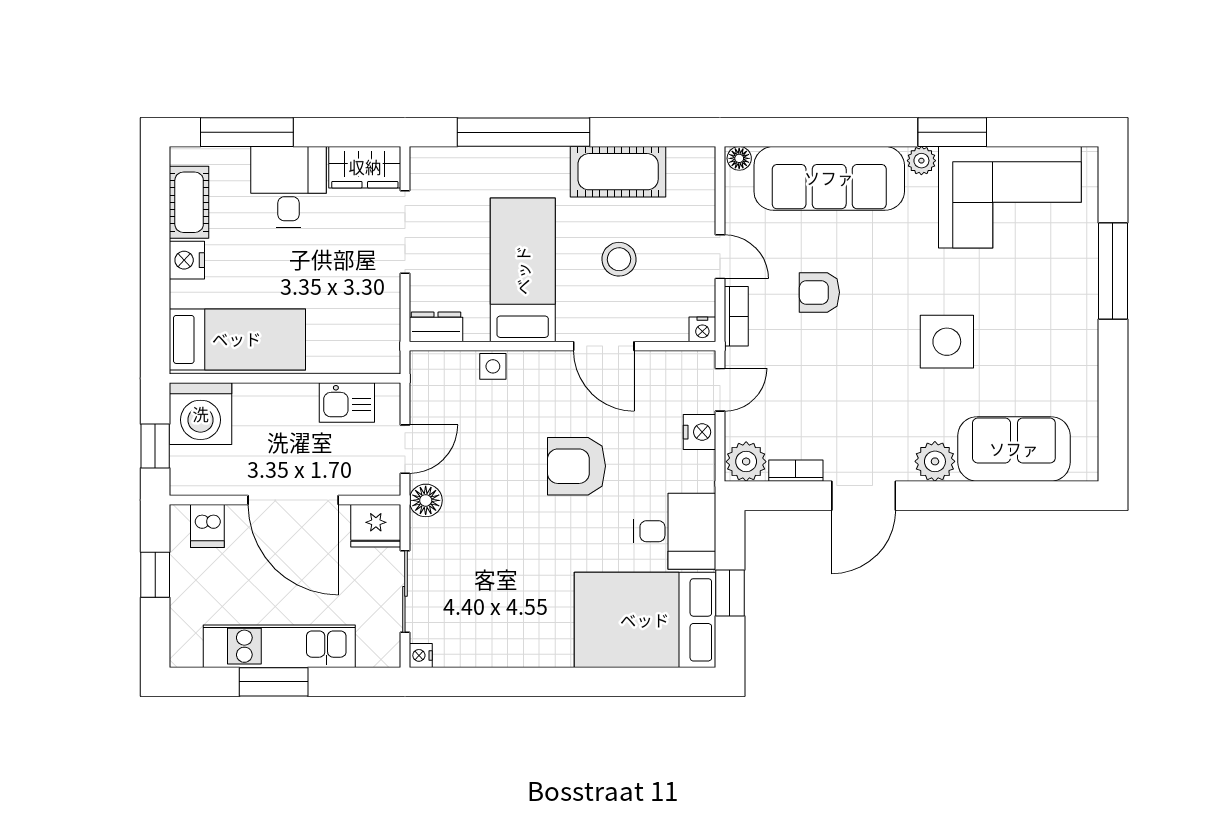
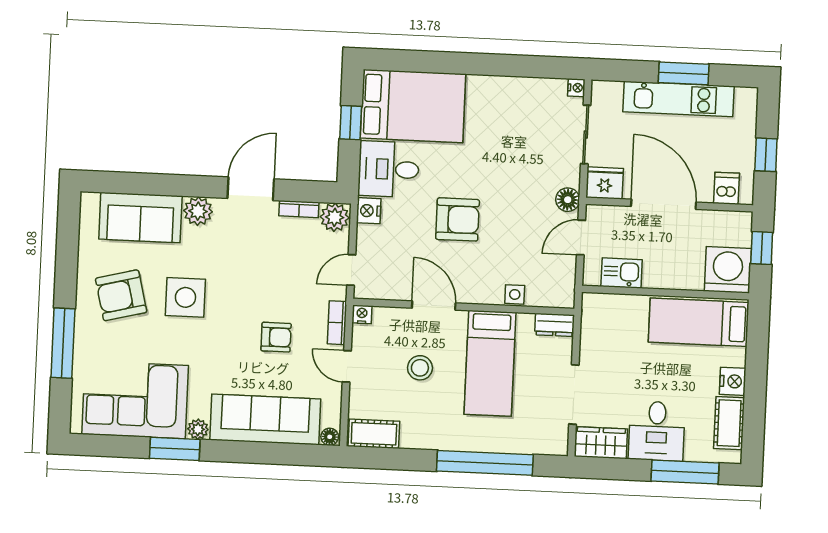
cot: (618, 172) -> (374, 434), moved, width x0.73, depth x0.75
armchair: (1036, 340) -> (121, 295), added
nightstand: (700, 432) -> (369, 211), moved

